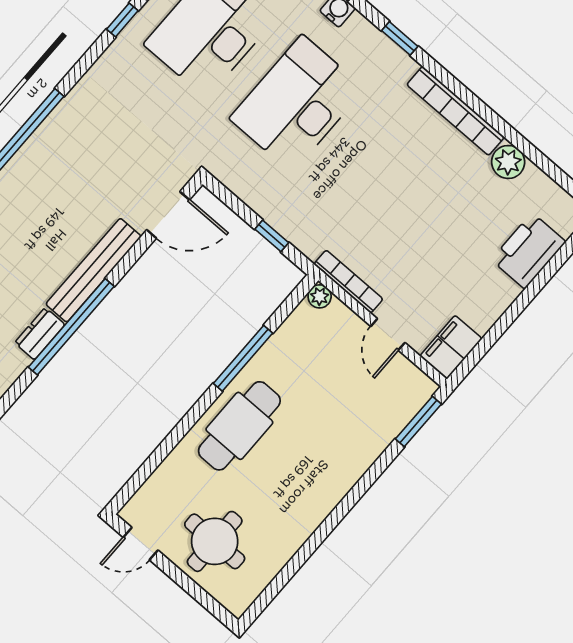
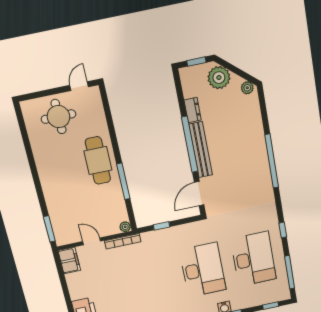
window: (71, 327) -> (190, 144), moved

